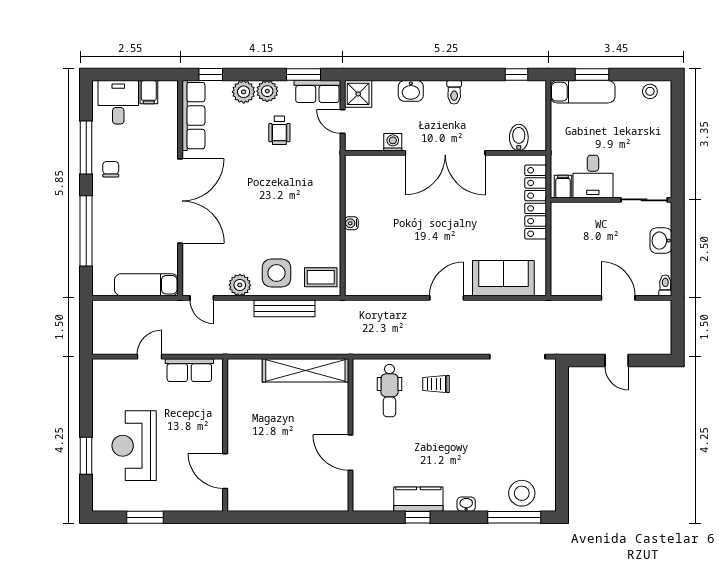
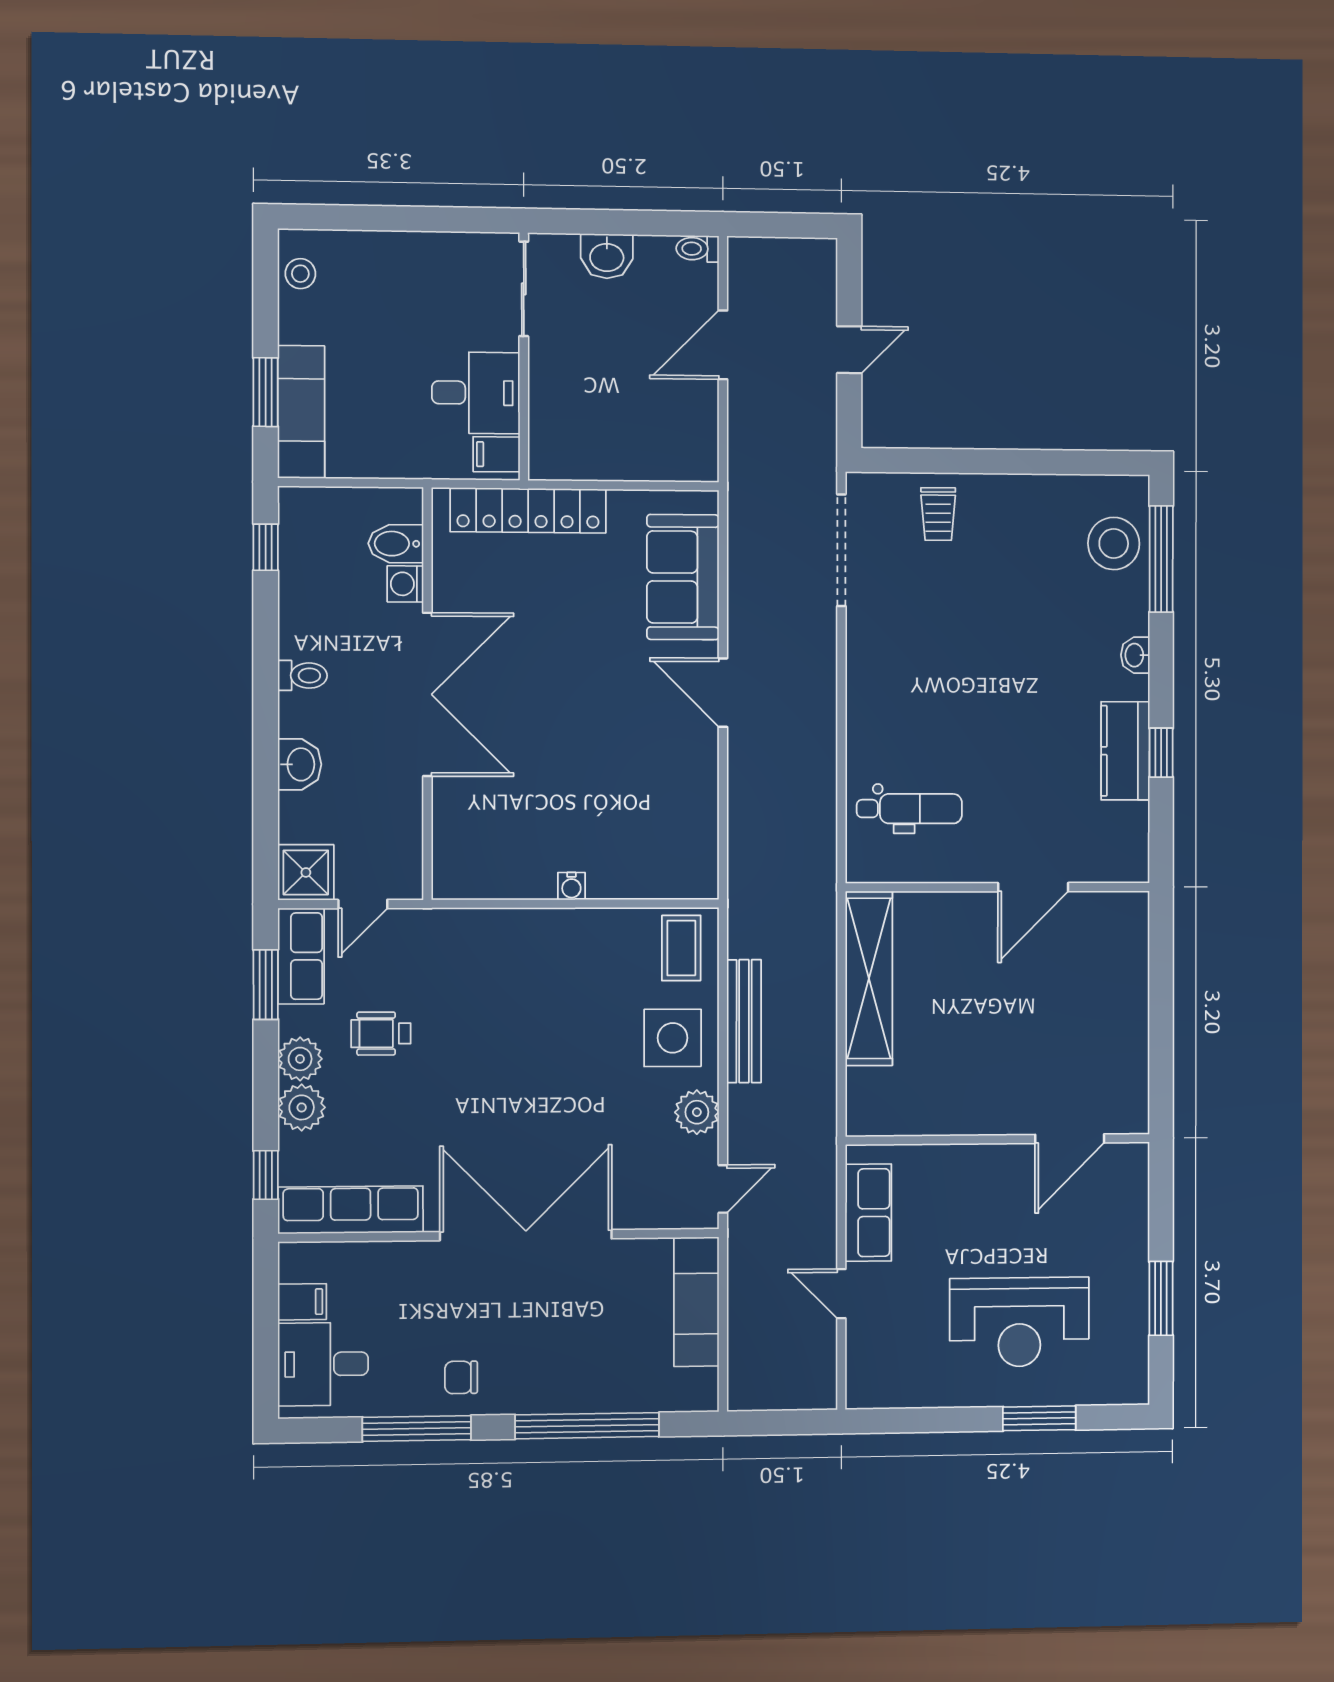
wheelchair: (279, 130) -> (381, 1034), turned 180
washing machine: (393, 142) -> (405, 584), moved
trolley: (436, 384) -> (938, 514), moved

